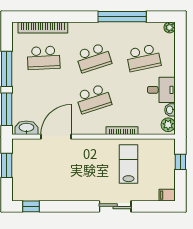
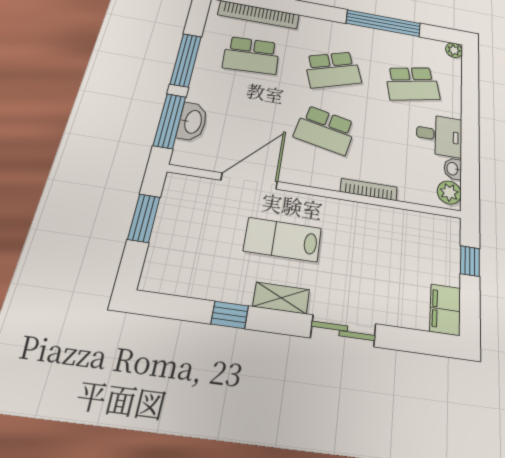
school desk: (93, 99) -> (325, 130), turned 30
washbasin: (26, 128) -> (192, 122), moved, turned 90
lab bench: (129, 164) -> (283, 240), moved, turned -90
shelving: (82, 195) -> (281, 298), added
filing cabinet: (167, 195) -> (445, 310), width x2.00
window: (31, 206) -> (230, 315), moved

